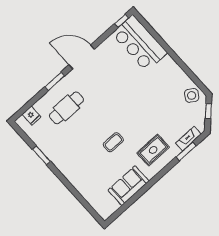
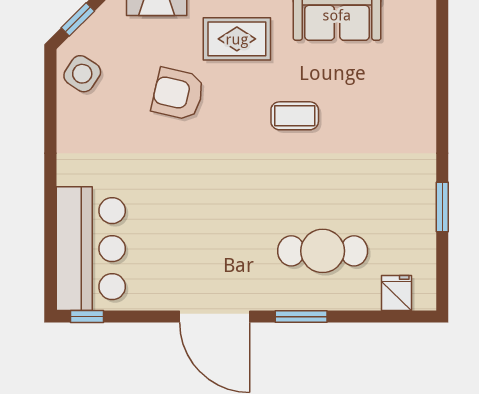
armchair: (156, 116) -> (178, 94), added

